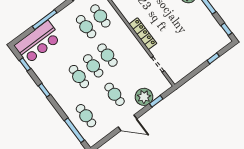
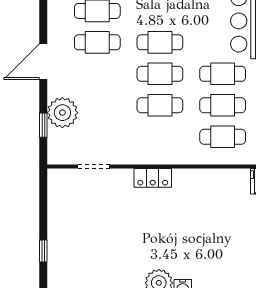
locker: (143, 34) -> (153, 178), width x0.66
cafe table: (72, 37) -> (223, 74), added
cafe table: (115, 94) -> (97, 42), moved

